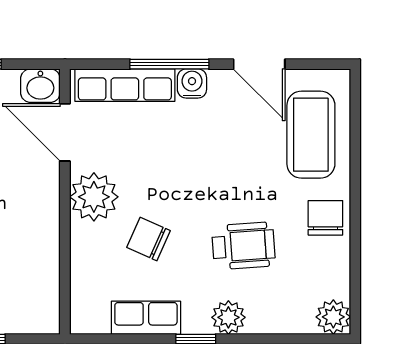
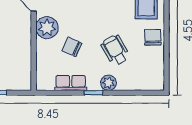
wheelchair: (243, 246) -> (115, 50), turned -116
plant: (333, 317) -> (156, 83), removed

